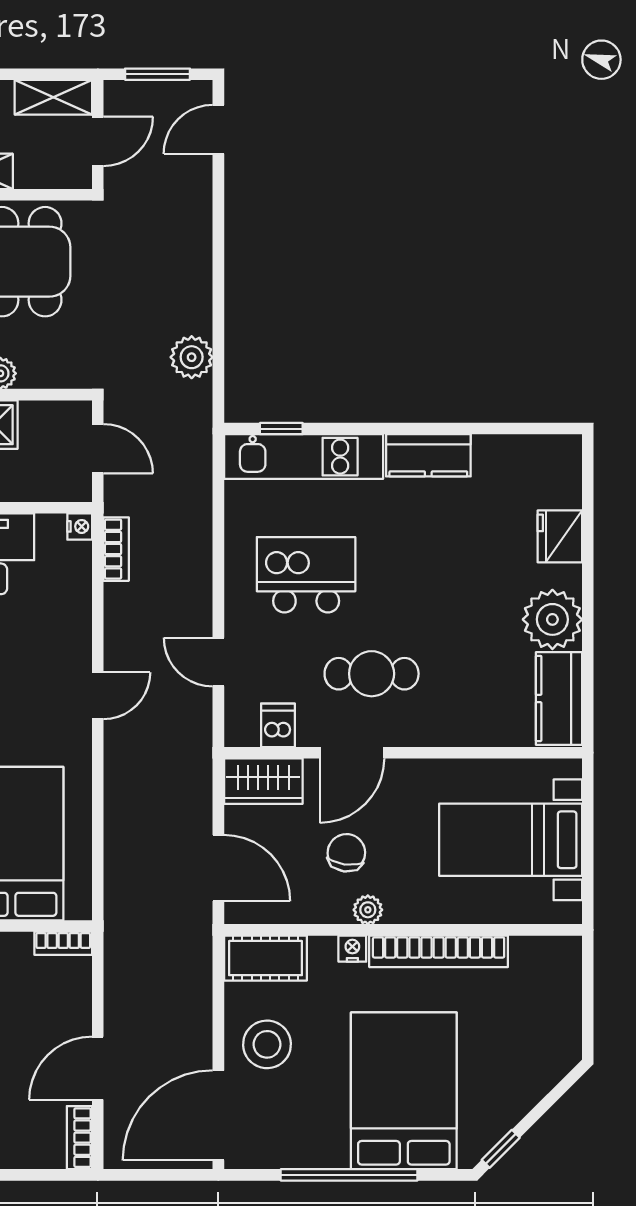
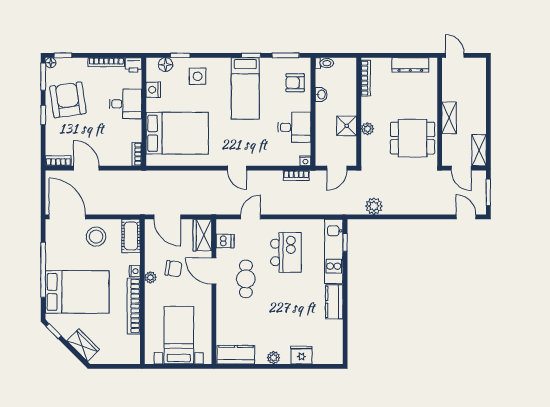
plant: (552, 619) -> (273, 358), width x0.53, depth x0.53
door: (218, 868) -> (167, 217), hinge flipped
wardrobe: (535, 1076) -> (83, 345), added

